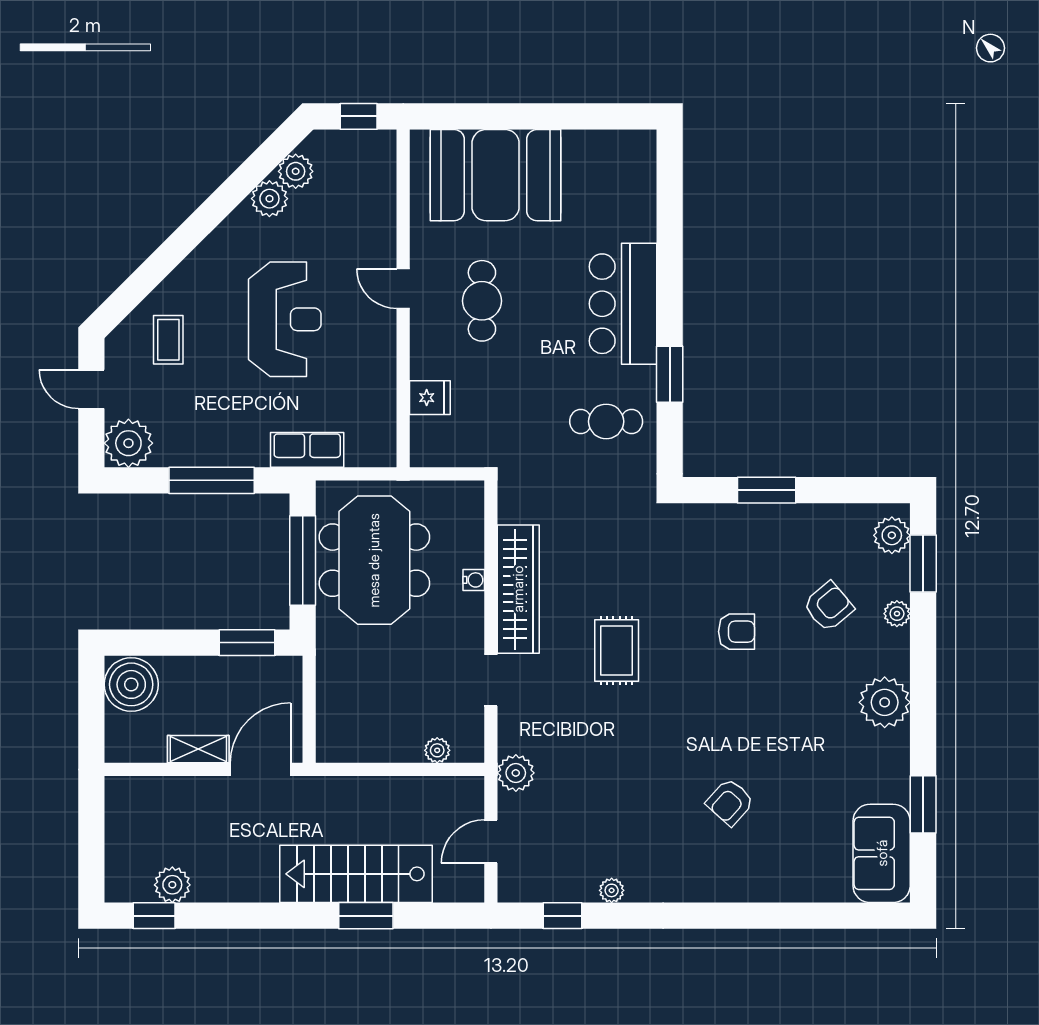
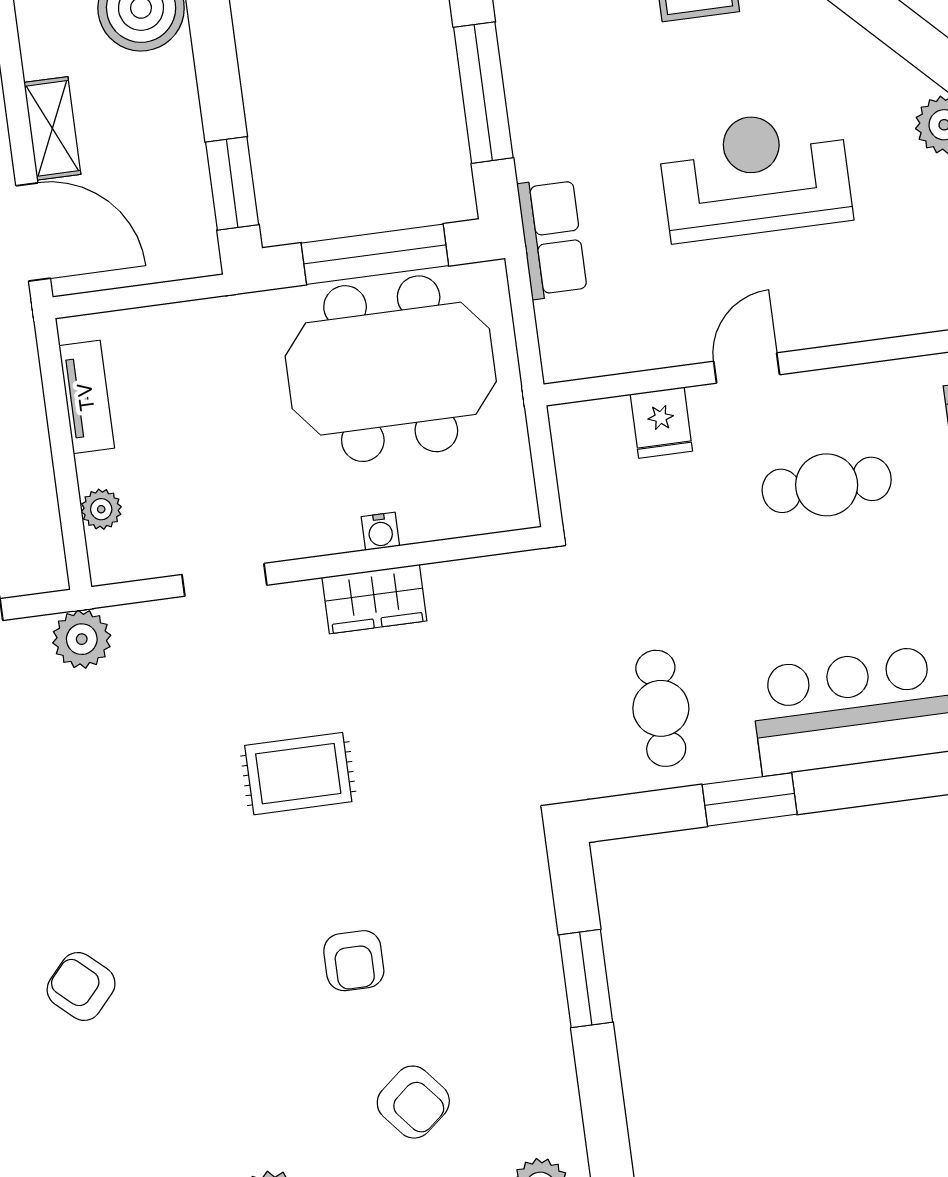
door: (403, 289) -> (747, 368), moved
reception desk: (285, 319) -> (755, 175), turned 180
wardrobe: (518, 589) -> (374, 599), width x0.48, depth x0.85
tv unit: (367, 750) -> (87, 397), added

